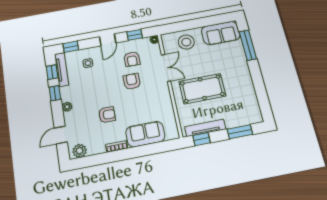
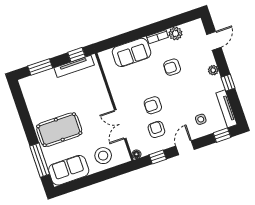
window: (52, 72) -> (236, 105), removed
armchair: (132, 81) -> (153, 105), turned 90
pool table: (202, 89) -> (59, 130), moved
plant: (80, 151) -> (175, 33), moved

